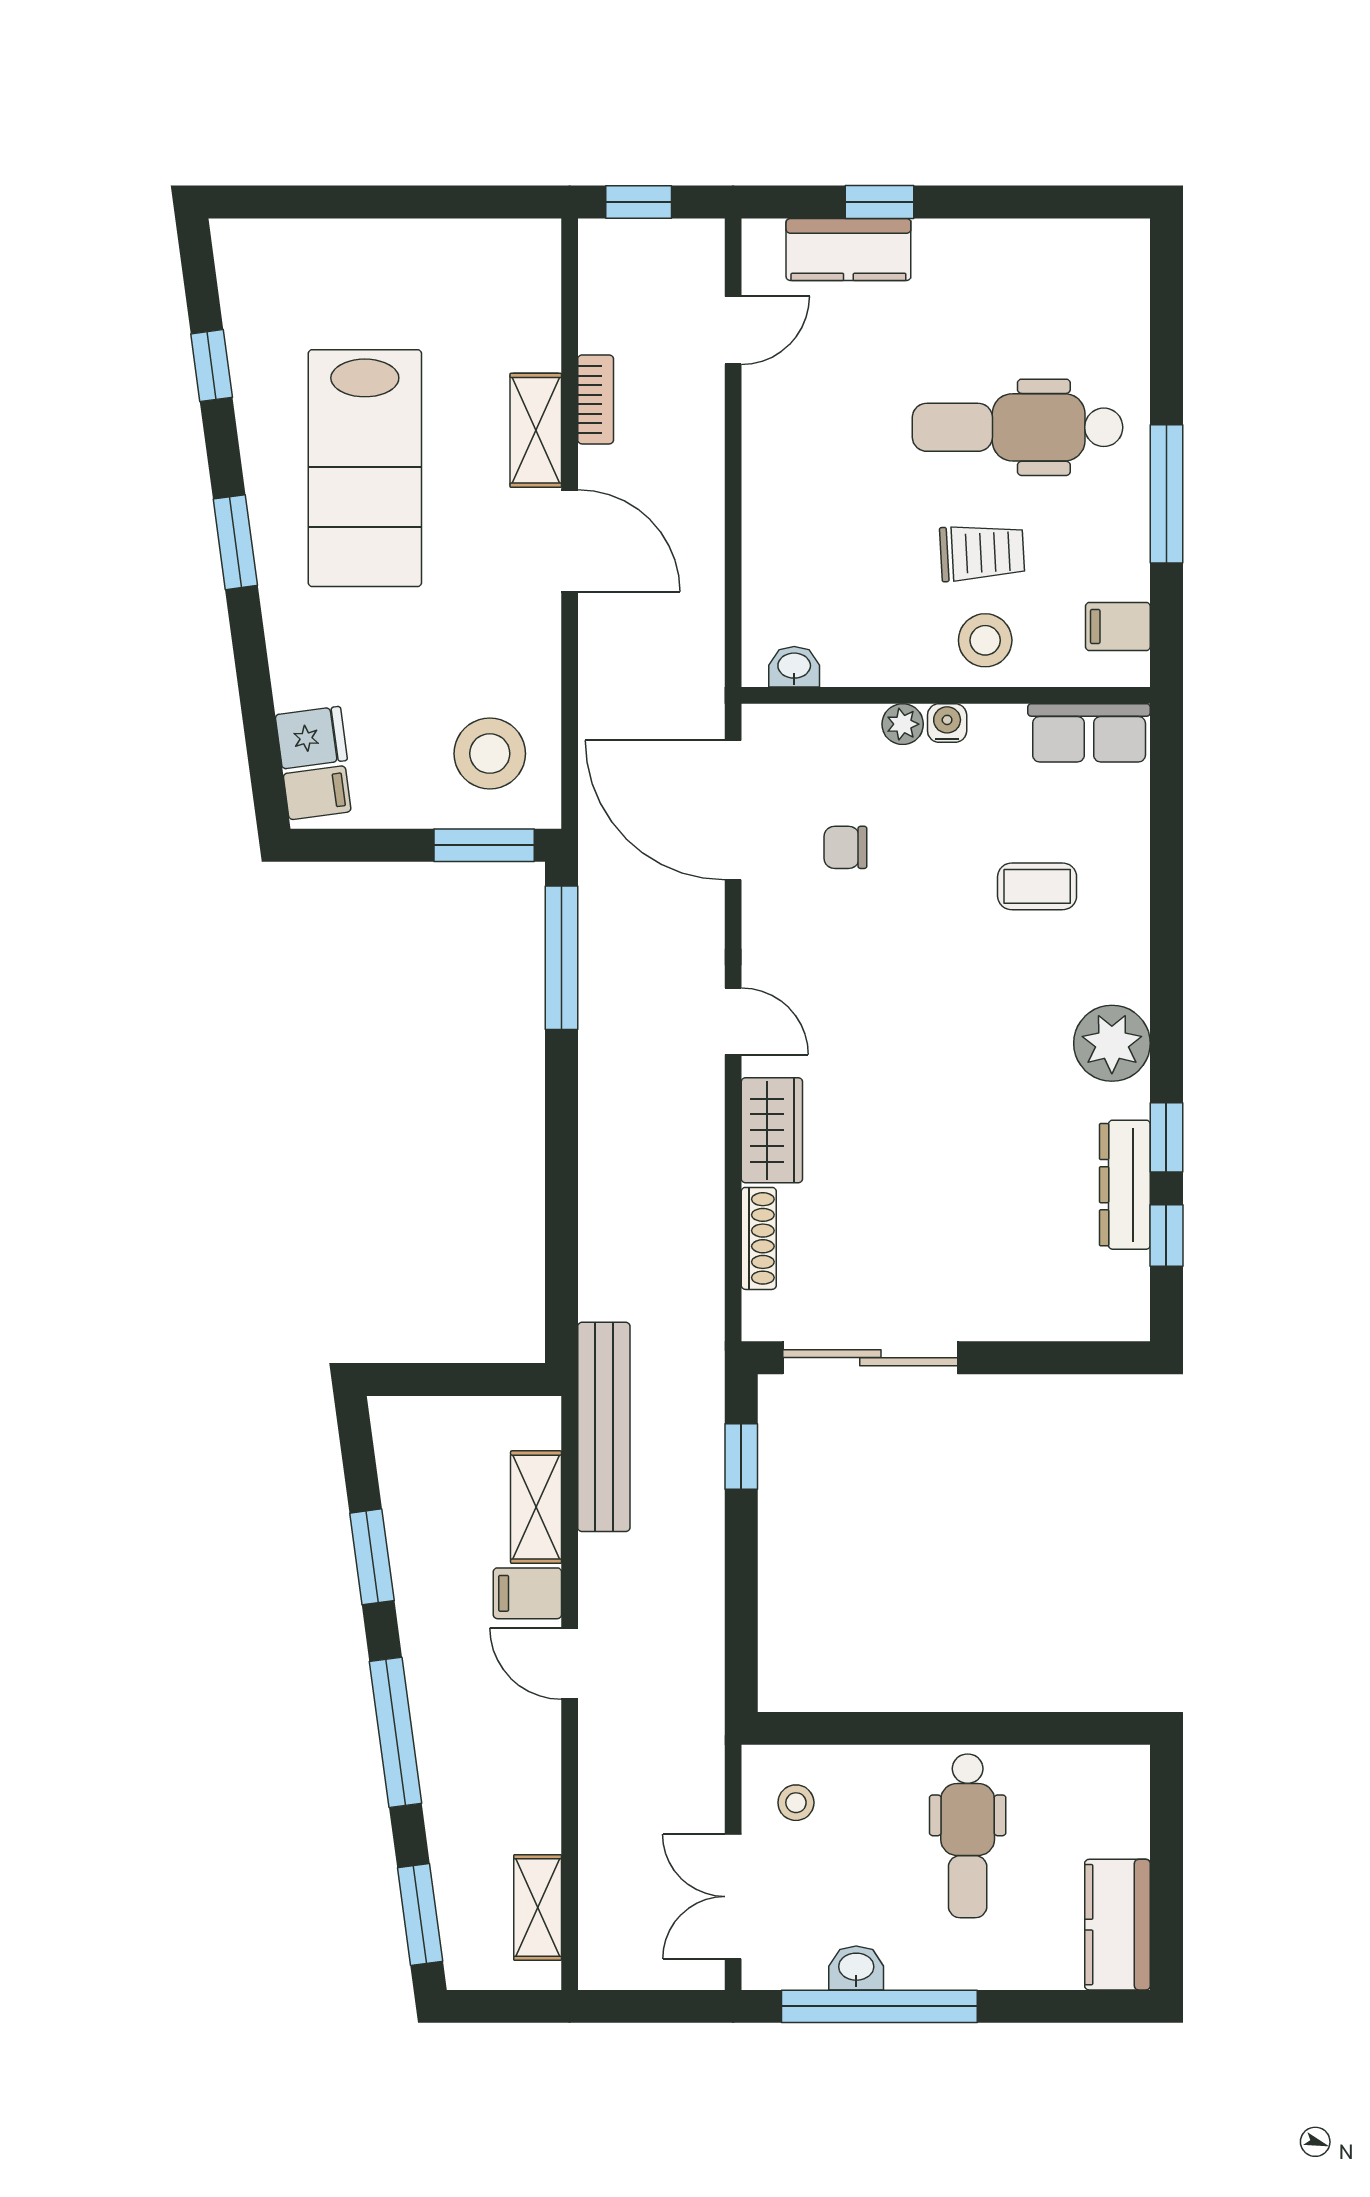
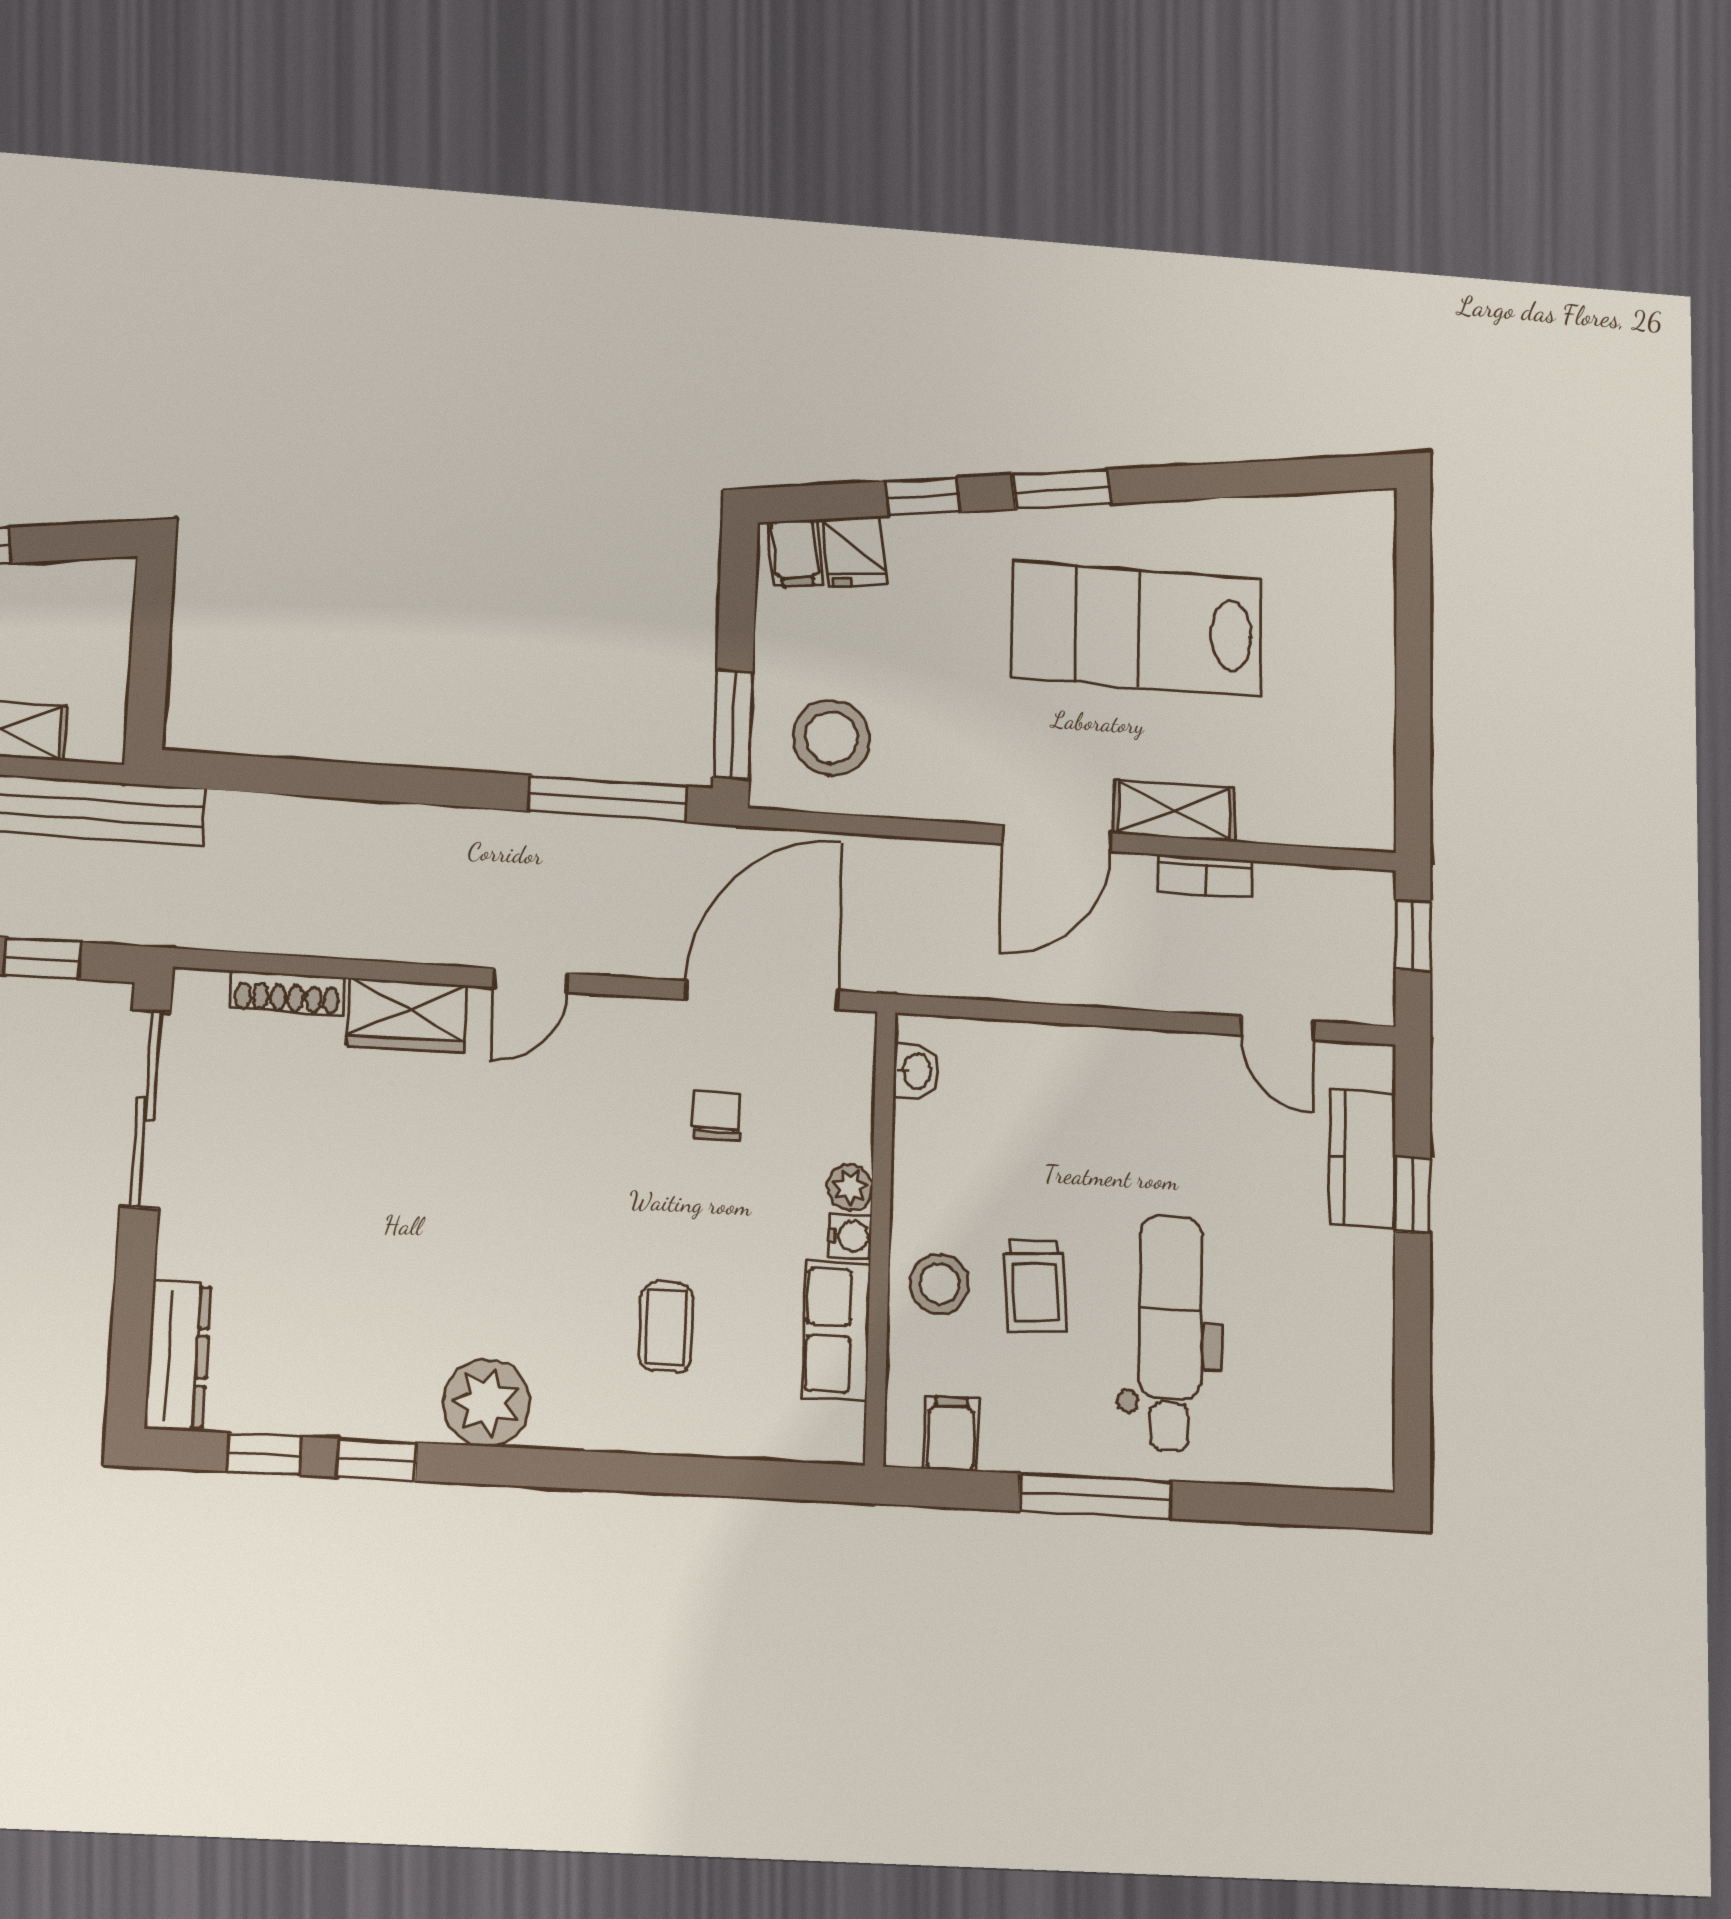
window: (212, 366) -> (923, 497), moved
row of seats: (1089, 733) -> (836, 1331), moved
dresser: (1125, 1185) -> (178, 1356), moved, turned 90

